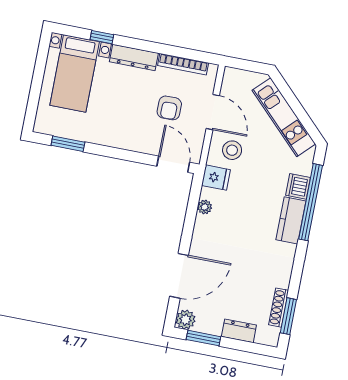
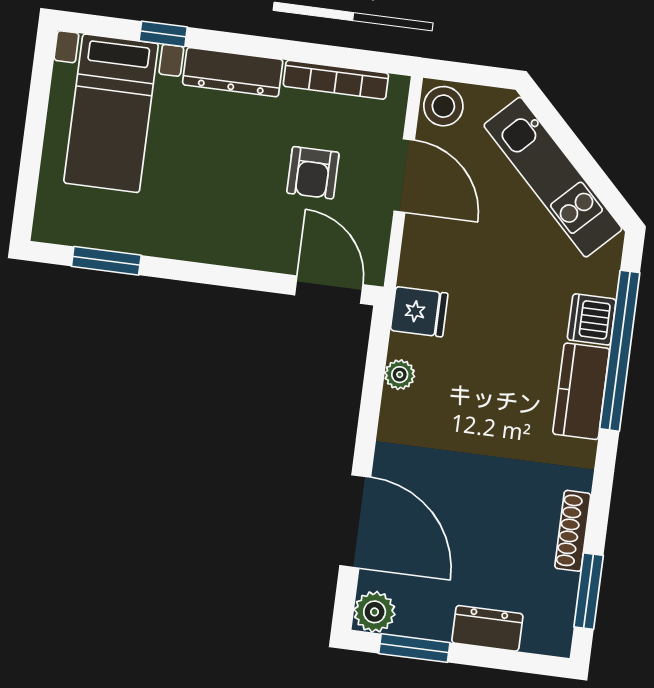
stool: (232, 150) -> (443, 106), moved
door: (179, 276) -> (355, 521), hinge flipped
shoe rack: (279, 308) -> (573, 531), moved

